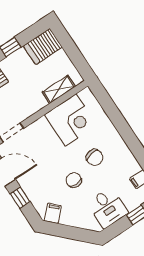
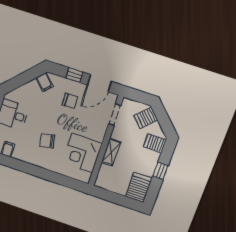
shelving: (59, 89) -> (111, 152), moved
chair: (74, 180) -> (70, 101), moved

